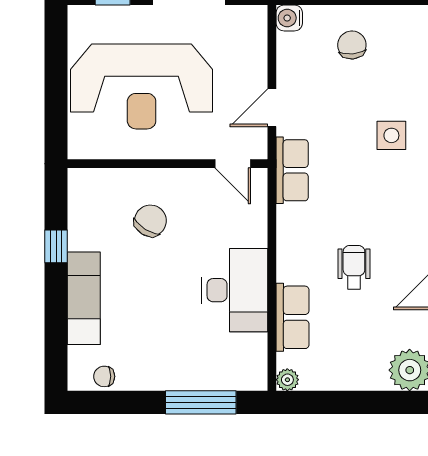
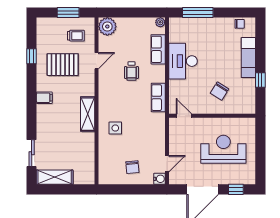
reception desk: (142, 86) -> (223, 149), width x0.74, depth x0.77
door: (272, 108) -> (167, 164), moved
row of seats: (292, 170) -> (158, 98), moved

